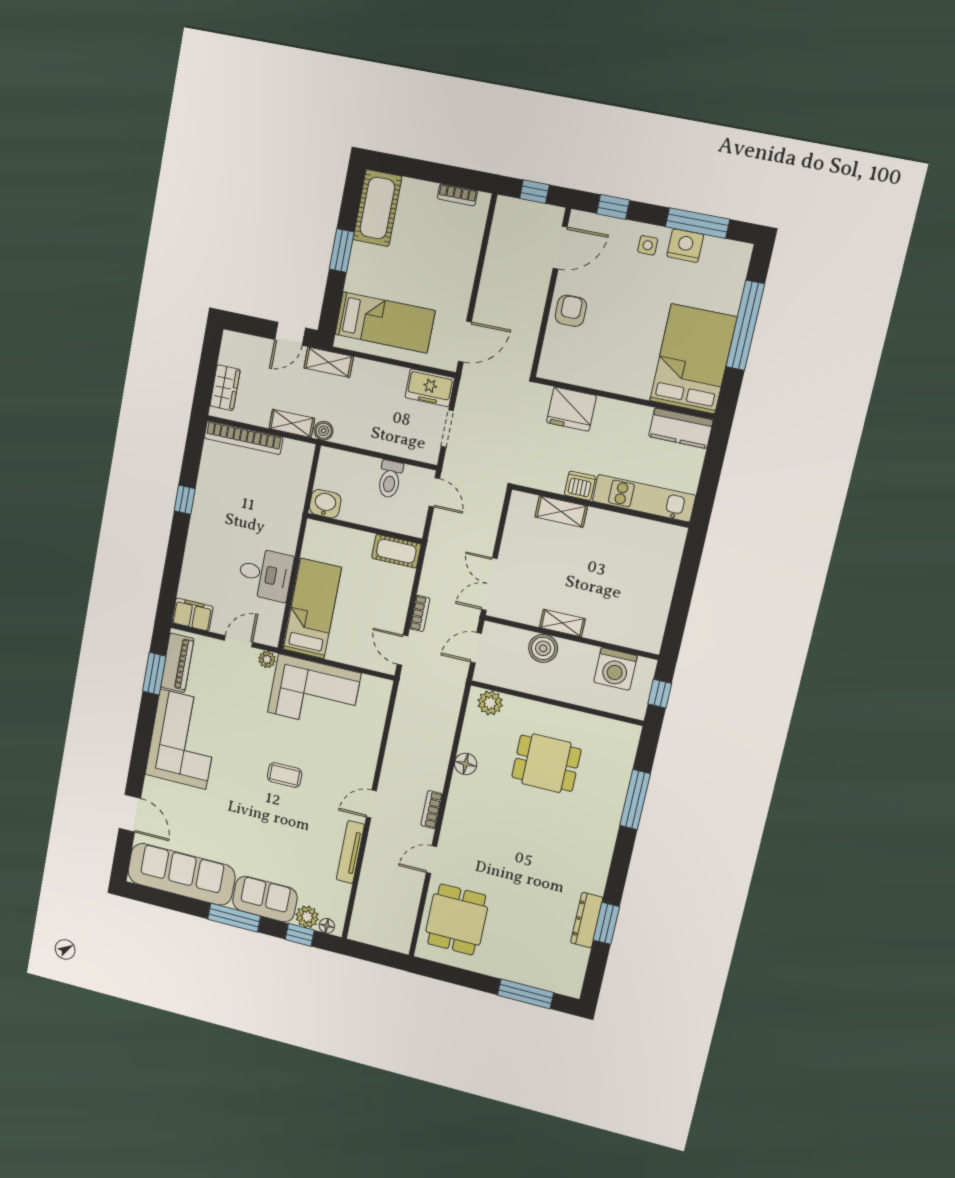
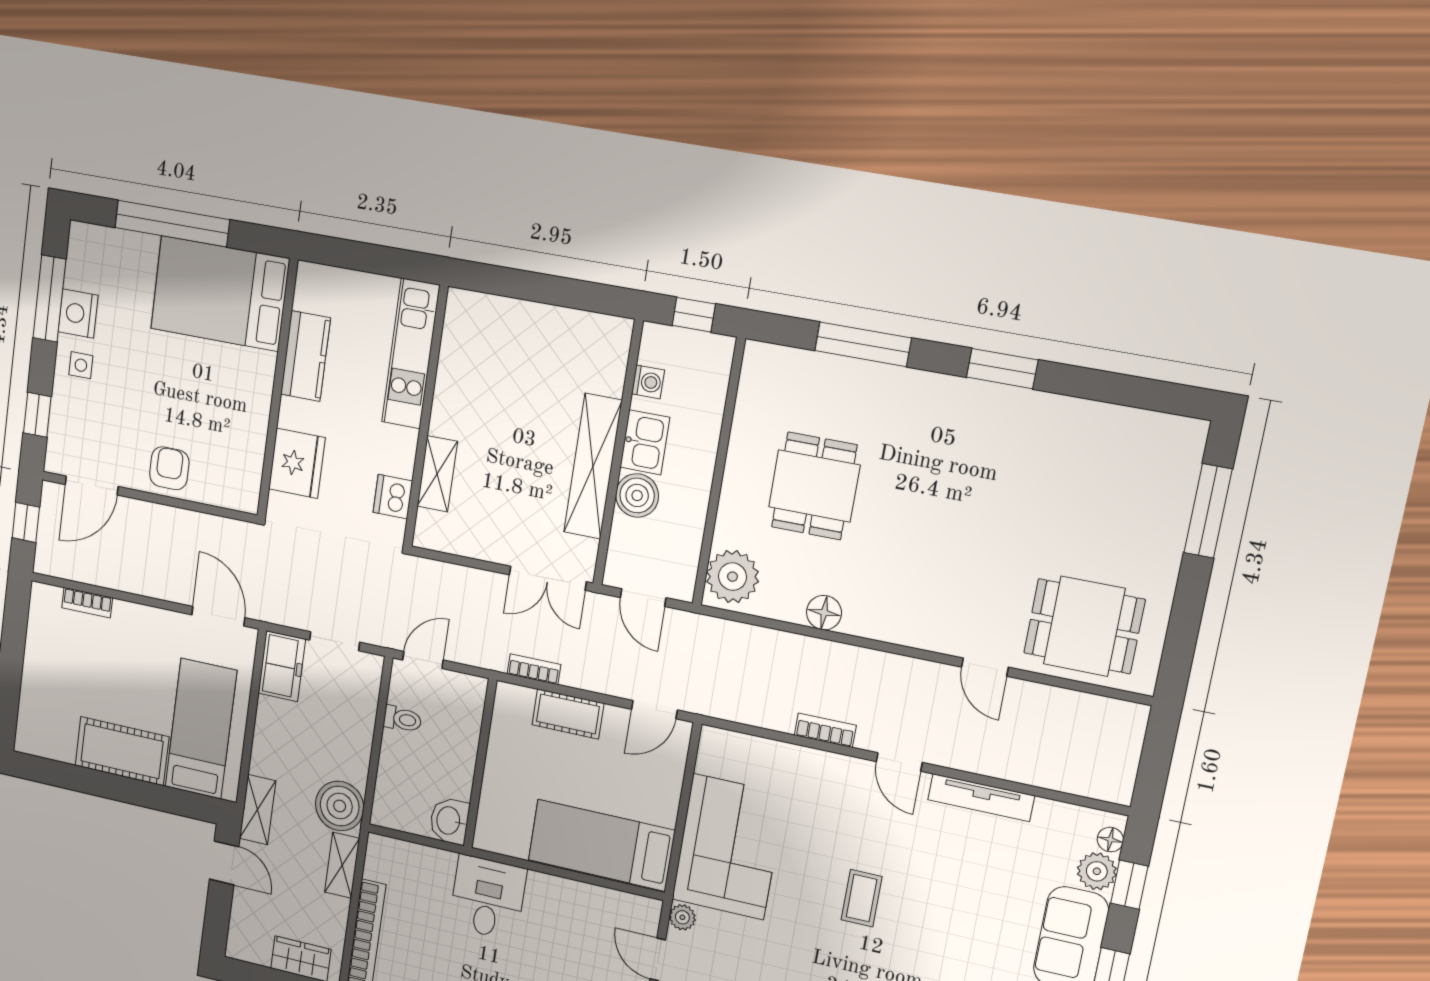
bookcase: (457, 195) -> (87, 603), moved, turned 90
cot: (377, 208) -> (122, 751), moved
door: (560, 248) -> (92, 485), swing flipped
window: (342, 251) -> (114, 787), removed
armchair: (571, 311) -> (169, 468), turned 90
kitchen counter: (681, 428) -> (305, 356), moved
boiler: (324, 431) -> (340, 806), width x1.86, depth x1.86
toilet: (390, 479) -> (402, 719), width x0.73, depth x0.72
dishwasher: (580, 486) -> (393, 497), moved
cot: (396, 551) -> (568, 714), moved, turned 90
desk: (265, 574) -> (488, 898), moved
bookcase: (420, 613) -> (534, 669), moved
shelving: (562, 623) -> (593, 466), width x2.20, depth x1.33
kitchen sink: (578, 656) -> (645, 442), added
washing machine: (615, 669) -> (648, 382), width x0.53, depth x0.53
plant: (490, 703) -> (732, 577), width x1.36, depth x1.36
bookcase: (432, 810) -> (825, 730), moved, turned 180
dresser: (587, 920) -> (1070, 413), removed
window: (606, 923) -> (1002, 369), moved

